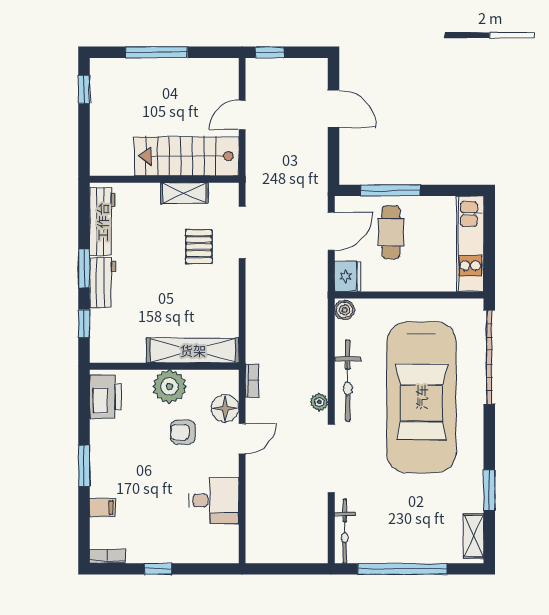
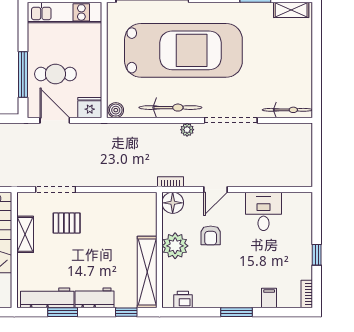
window: (84, 268) -> (63, 312), moved
shelving: (193, 350) -> (147, 272), moved
printer: (105, 397) -> (183, 300), width x0.53, depth x0.68
floor lamp: (225, 408) -> (173, 203), moved
door: (242, 439) -> (216, 189), swing flipped
window: (402, 569) -> (317, 65), removed

